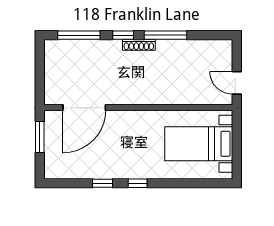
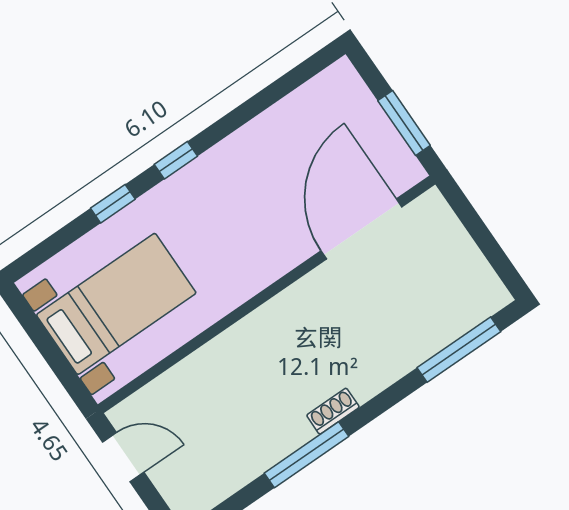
window: (123, 35) -> (381, 403), removed
shoe rack: (139, 45) -> (333, 411), width x0.70
window: (102, 183) -> (113, 204), moved

